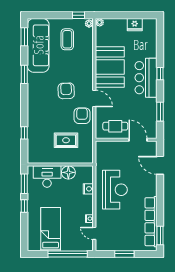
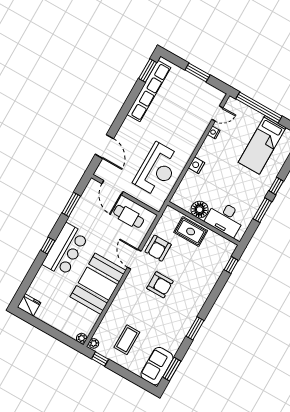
fridge: (135, 25) -> (29, 305), moved
sofa: (38, 45) -> (157, 366), width x0.54, depth x0.79
armchair: (66, 91) -> (160, 285), turned -88
wall: (60, 164) -> (203, 223), moved
floor lamp: (68, 172) -> (200, 210), moved
desk: (47, 177) -> (225, 218), moved
reception desk: (115, 190) -> (157, 169), moved, turned 180
door: (94, 233) -> (217, 114), hinge flipped

